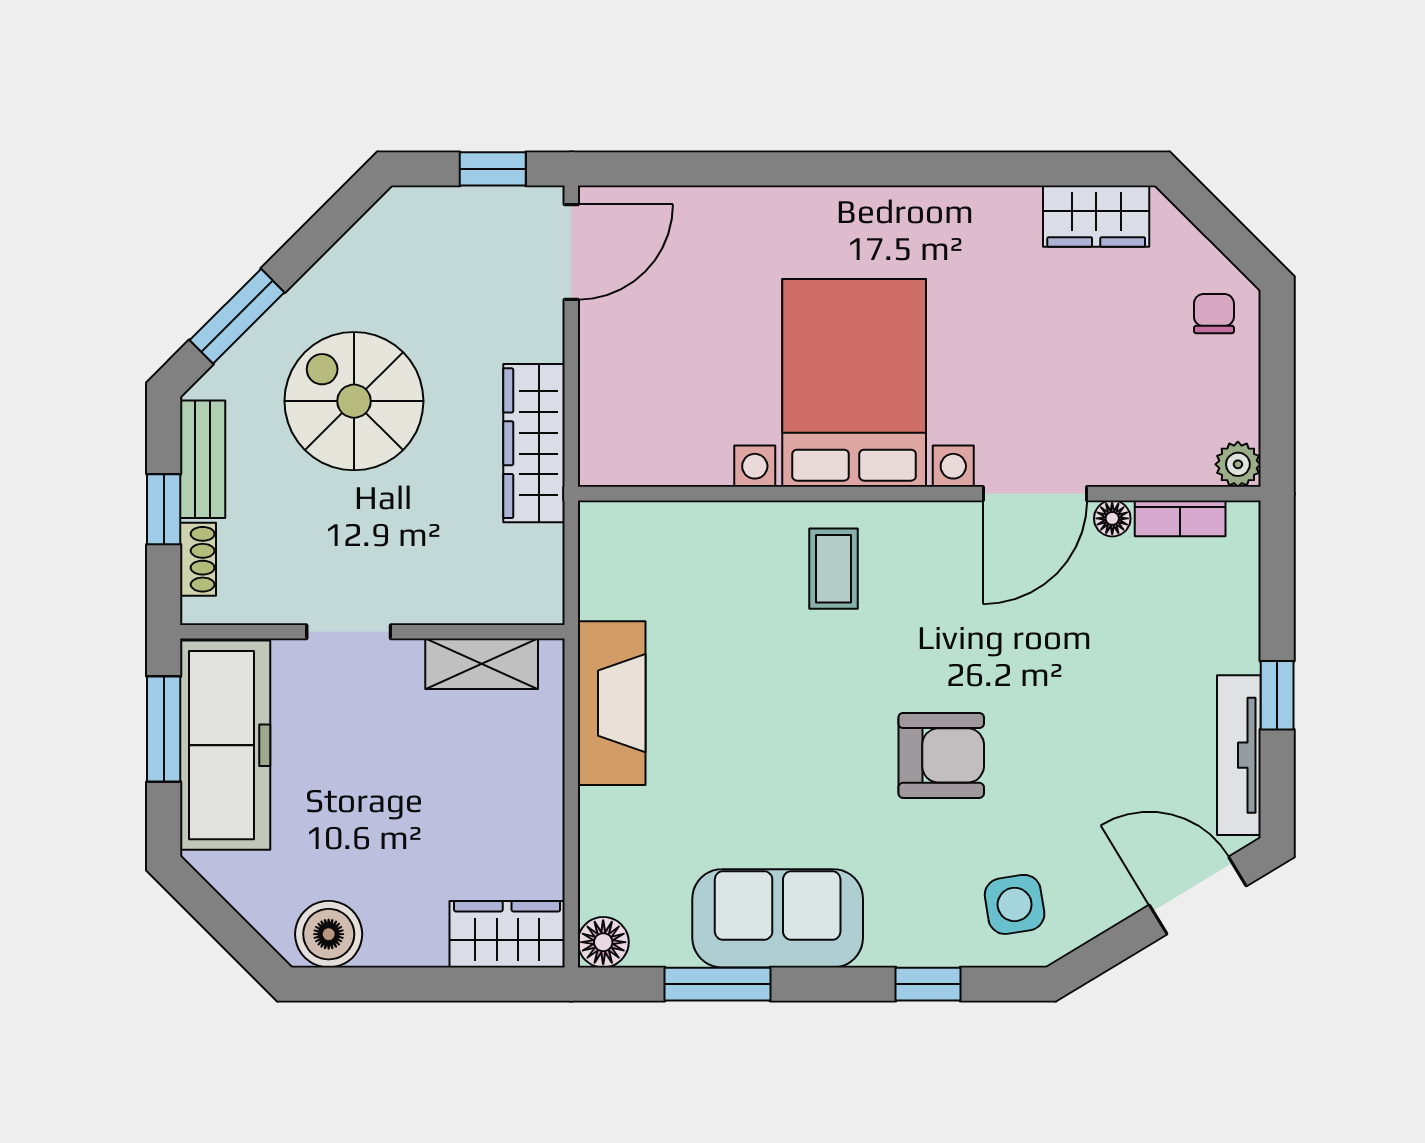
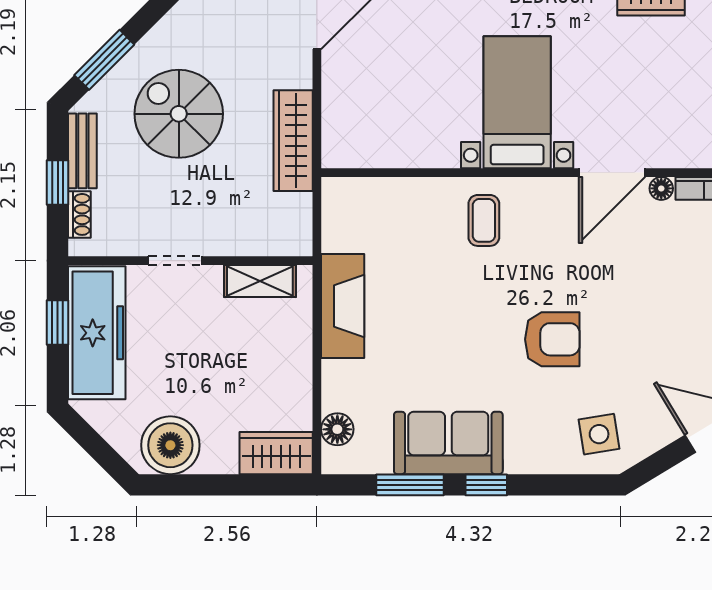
bed with nightstands: (854, 383) -> (517, 102), width x0.73
window: (164, 729) -> (58, 323), width x0.67
boiler: (329, 934) -> (170, 445), width x1.37, depth x1.37
floor lamp: (603, 942) -> (337, 429), moved
window: (928, 984) -> (486, 485), moved

